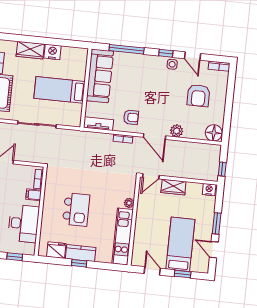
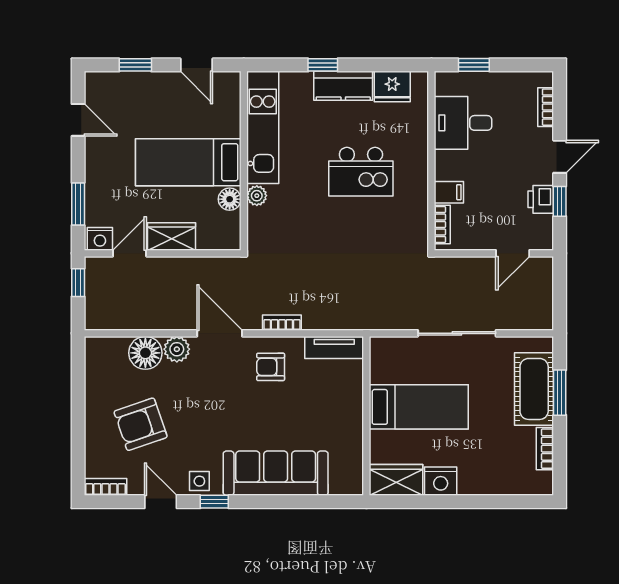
window: (127, 49) -> (293, 502), removed
wardrobe: (30, 50) -> (396, 480), moved
sofa: (100, 76) -> (276, 473), moved, turned 90
armchair: (198, 95) -> (141, 424), turned -109
floor lamp: (214, 133) -> (145, 353), moved
door: (151, 176) -> (130, 253), moved
floor lamp: (143, 203) -> (230, 199), added
kitchen island: (76, 209) -> (361, 172), turned -90
window: (217, 223) -> (78, 204), moved
desk: (23, 224) -> (463, 123), width x0.73
bed: (180, 244) -> (188, 162), moved, turned 90
window: (79, 263) -> (323, 65), moved

